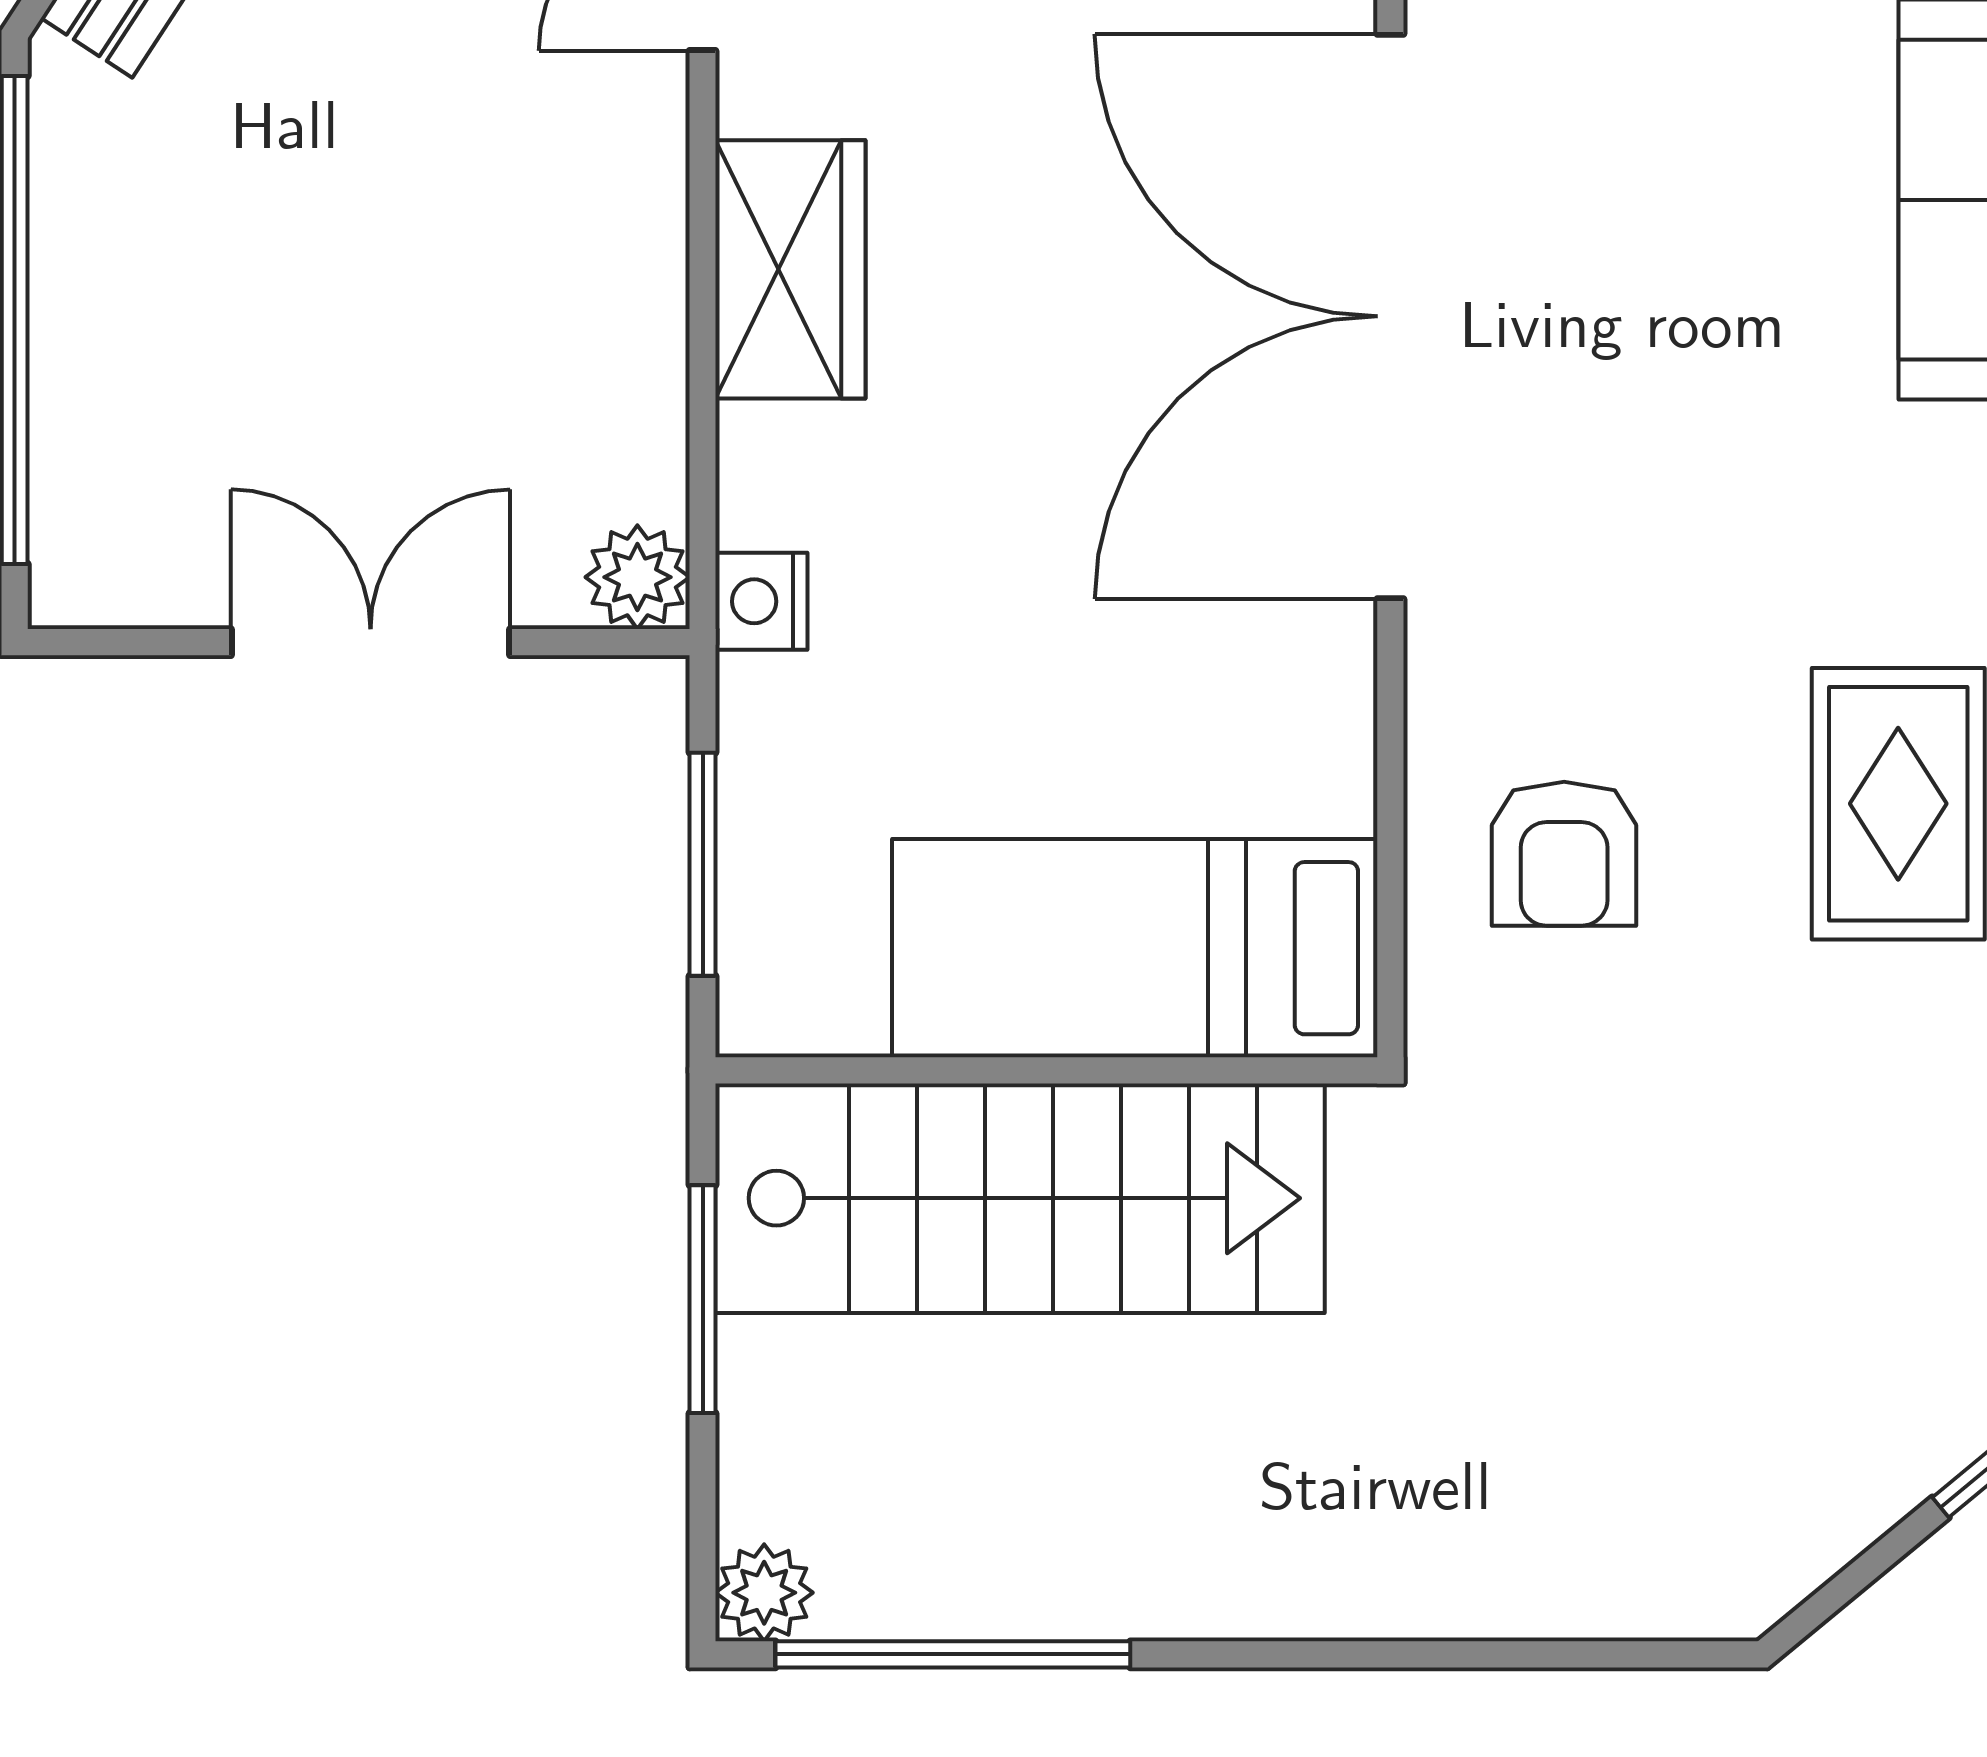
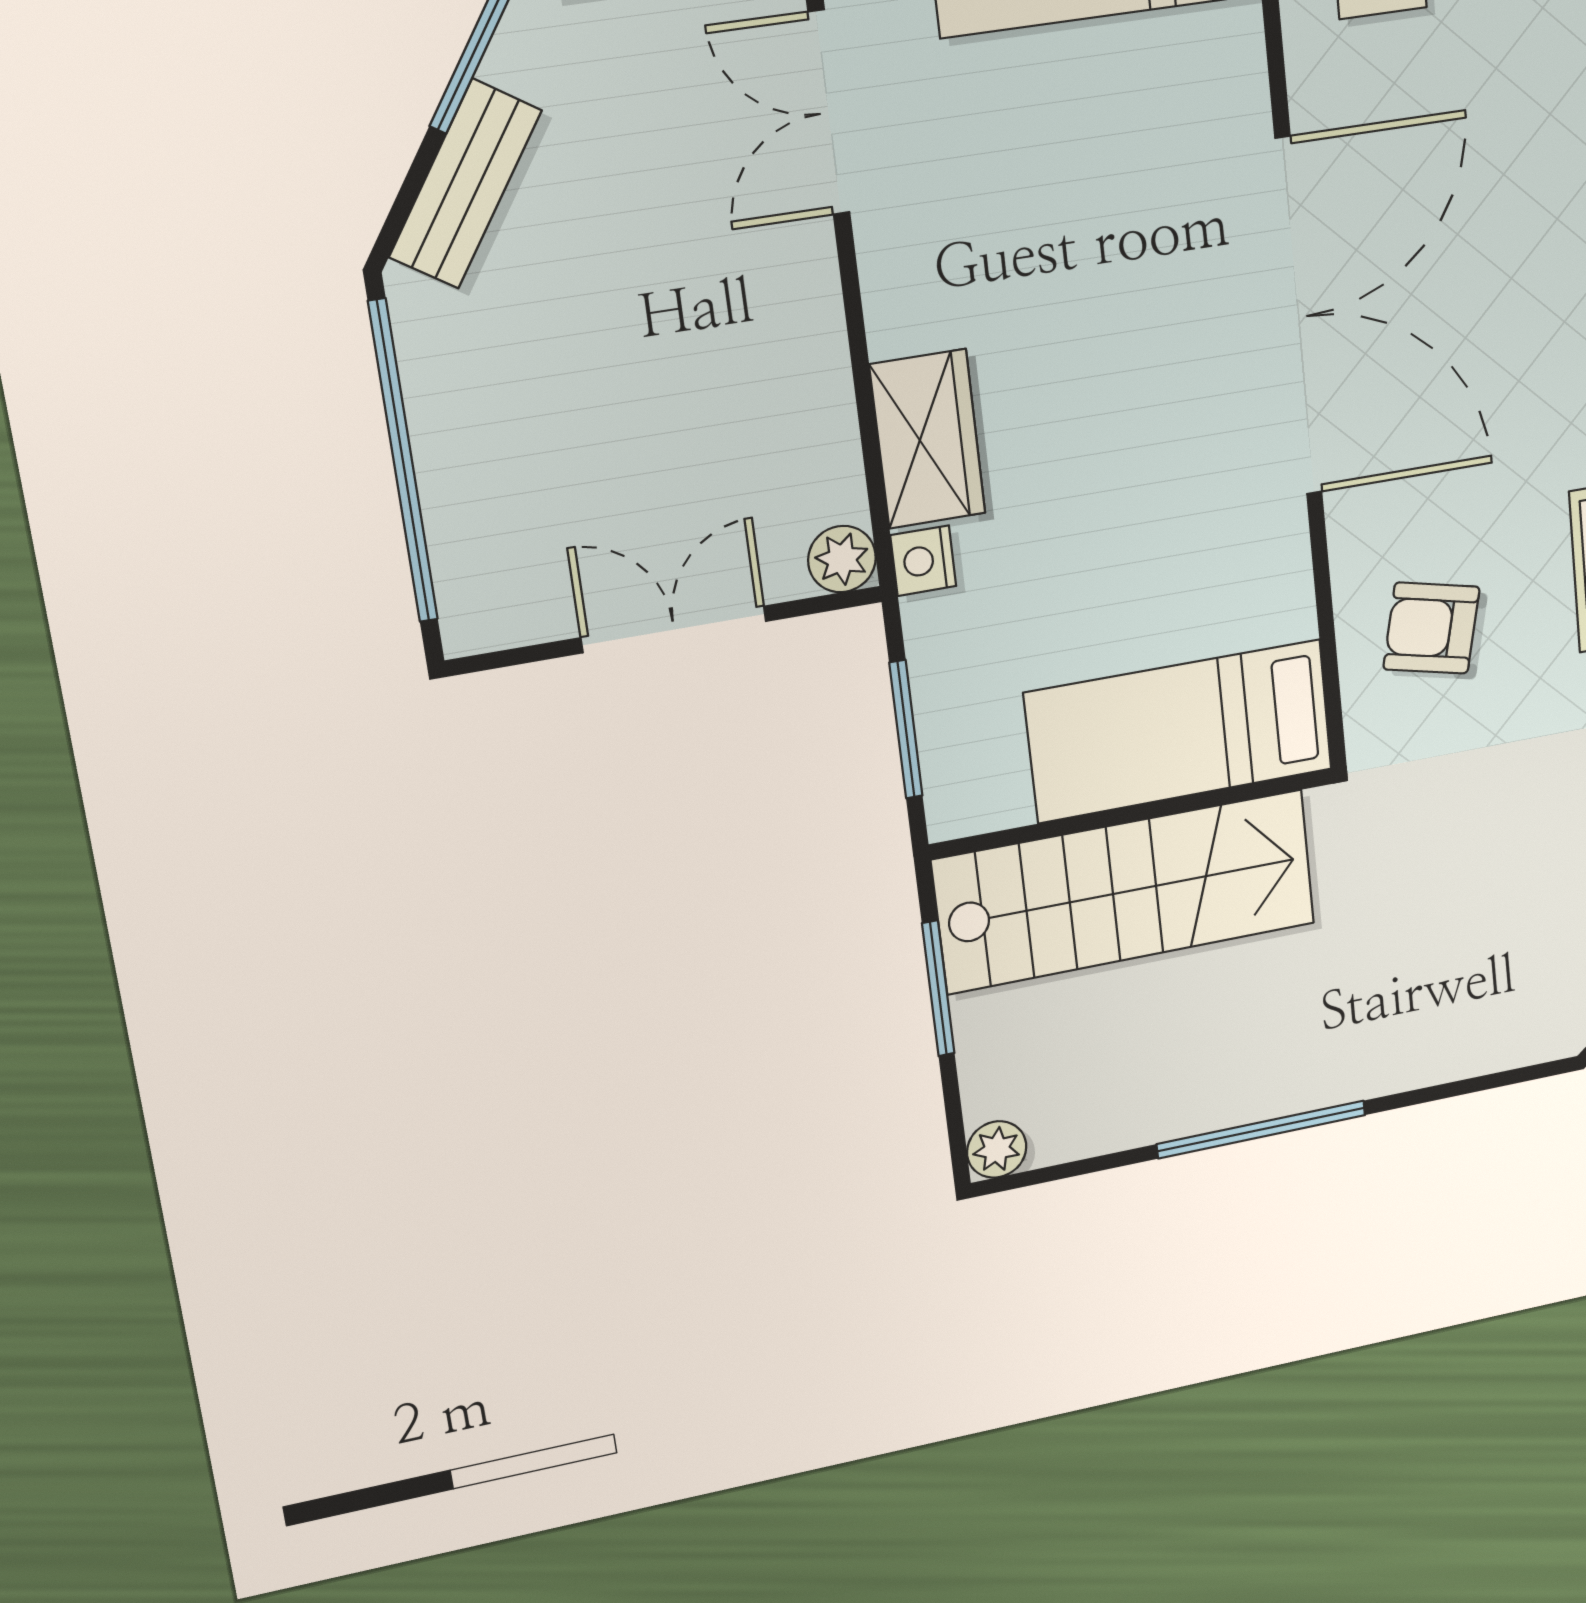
wardrobe: (790, 269) -> (928, 439), moved
double door: (1390, 316) -> (1299, 317), swing flipped
armchair: (1564, 854) -> (1431, 628), turned 103
window: (953, 1654) -> (1261, 1129), moved

